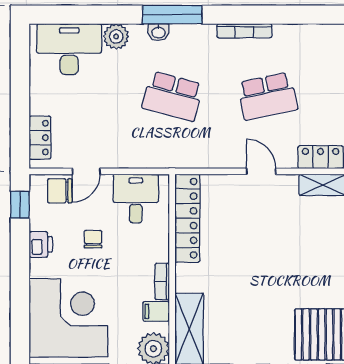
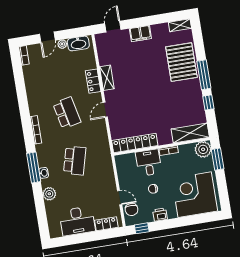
desk: (69, 49) -> (77, 221), moved, turned -90
desk: (136, 199) -> (149, 163), moved, turned 90
filing cabinet: (156, 311) -> (184, 151), removed

